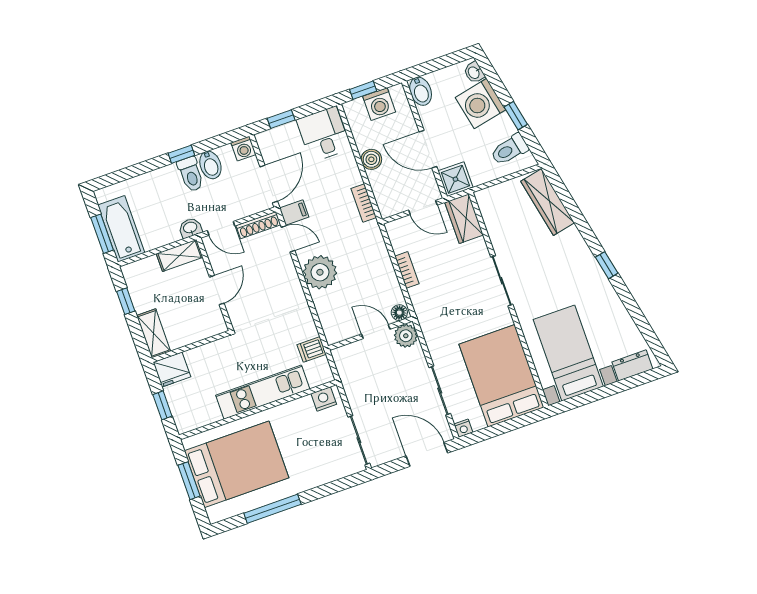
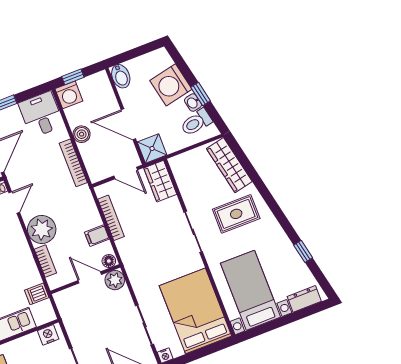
washbasin: (474, 72) -> (193, 103), moved
washing machine: (379, 104) -> (69, 95), moved
bookcase: (364, 203) -> (73, 163), width x1.56
filing cabinet: (294, 212) -> (97, 236), moved, turned 180
door: (288, 239) -> (14, 203), hinge flipped
rug: (554, 261) -> (236, 214), added
window: (607, 265) -> (303, 251), moved
bookcase: (407, 270) -> (111, 218), width x1.56
bookcase: (323, 310) -> (45, 261), added

